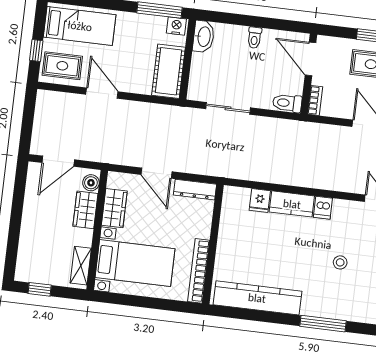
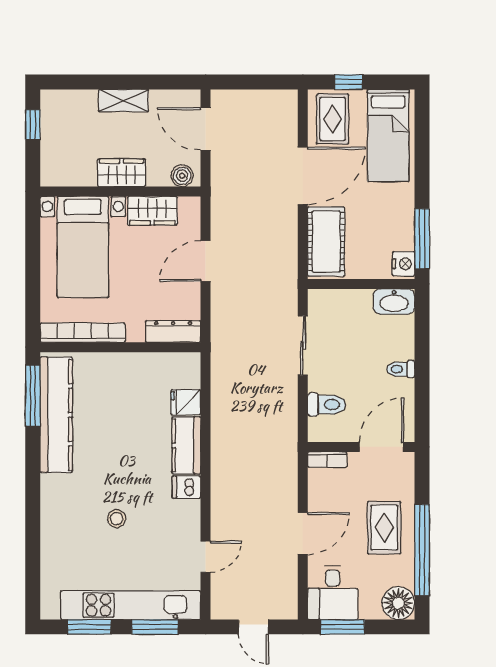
cot: (169, 71) -> (326, 242), moved, turned 90
door: (102, 93) -> (303, 176), width x1.36
toilet: (287, 103) -> (327, 405), moved, turned 90
dresser: (195, 190) -> (173, 331), moved, turned 90
wardrobe: (85, 210) -> (122, 173), moved
shelving: (81, 266) -> (124, 100), moved
window: (323, 324) -> (33, 396), moved

